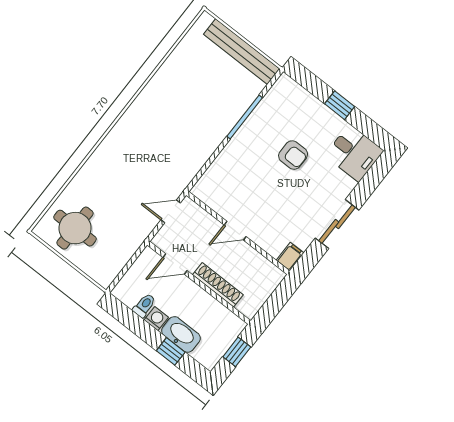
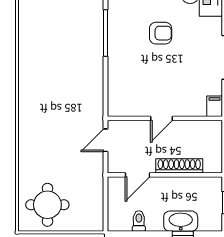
washing machine: (156, 319) -> (155, 224), removed

